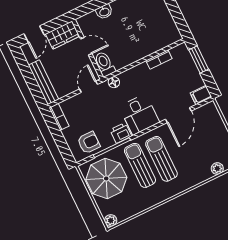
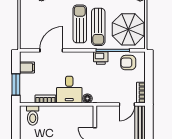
toilet: (105, 64) -> (33, 115), moved
door: (88, 87) -> (127, 104), moved
filing cabinet: (201, 95) -> (27, 67), moved
desk: (139, 114) -> (69, 90), moved, turned 180
sun lounger: (161, 159) -> (80, 24), turned 180

